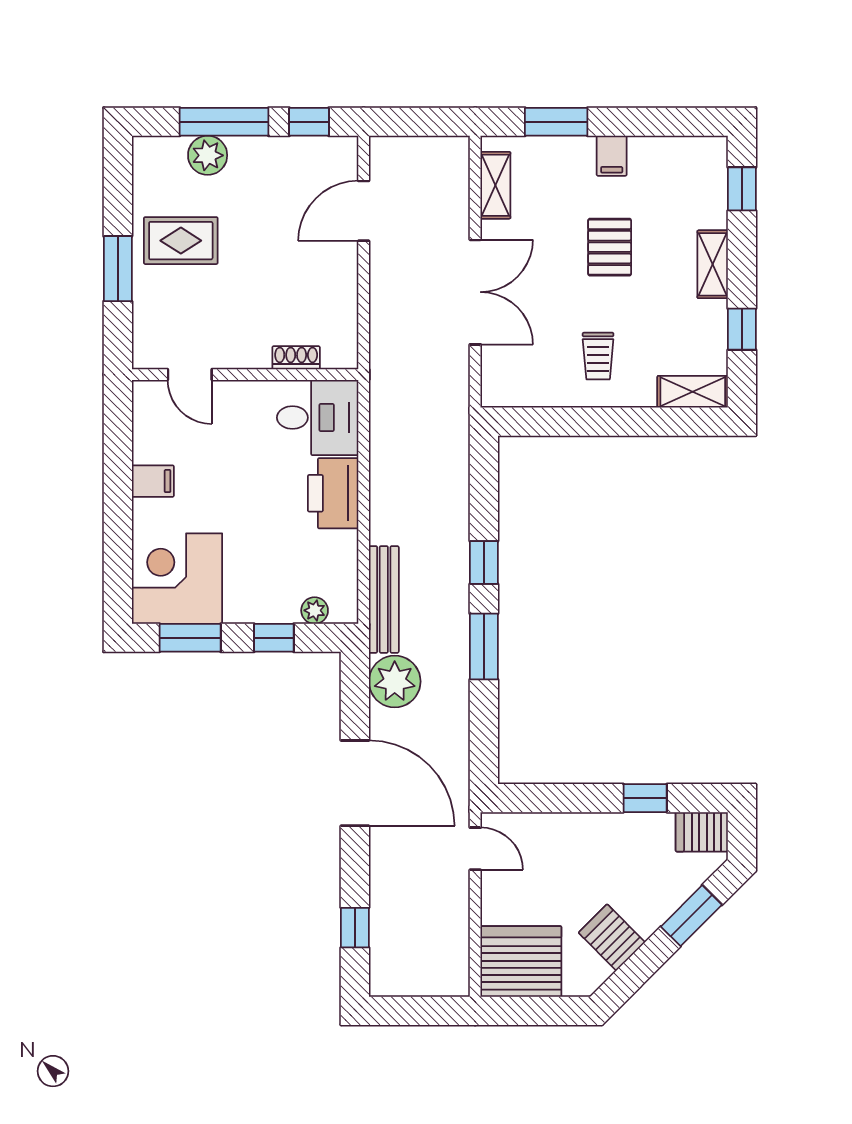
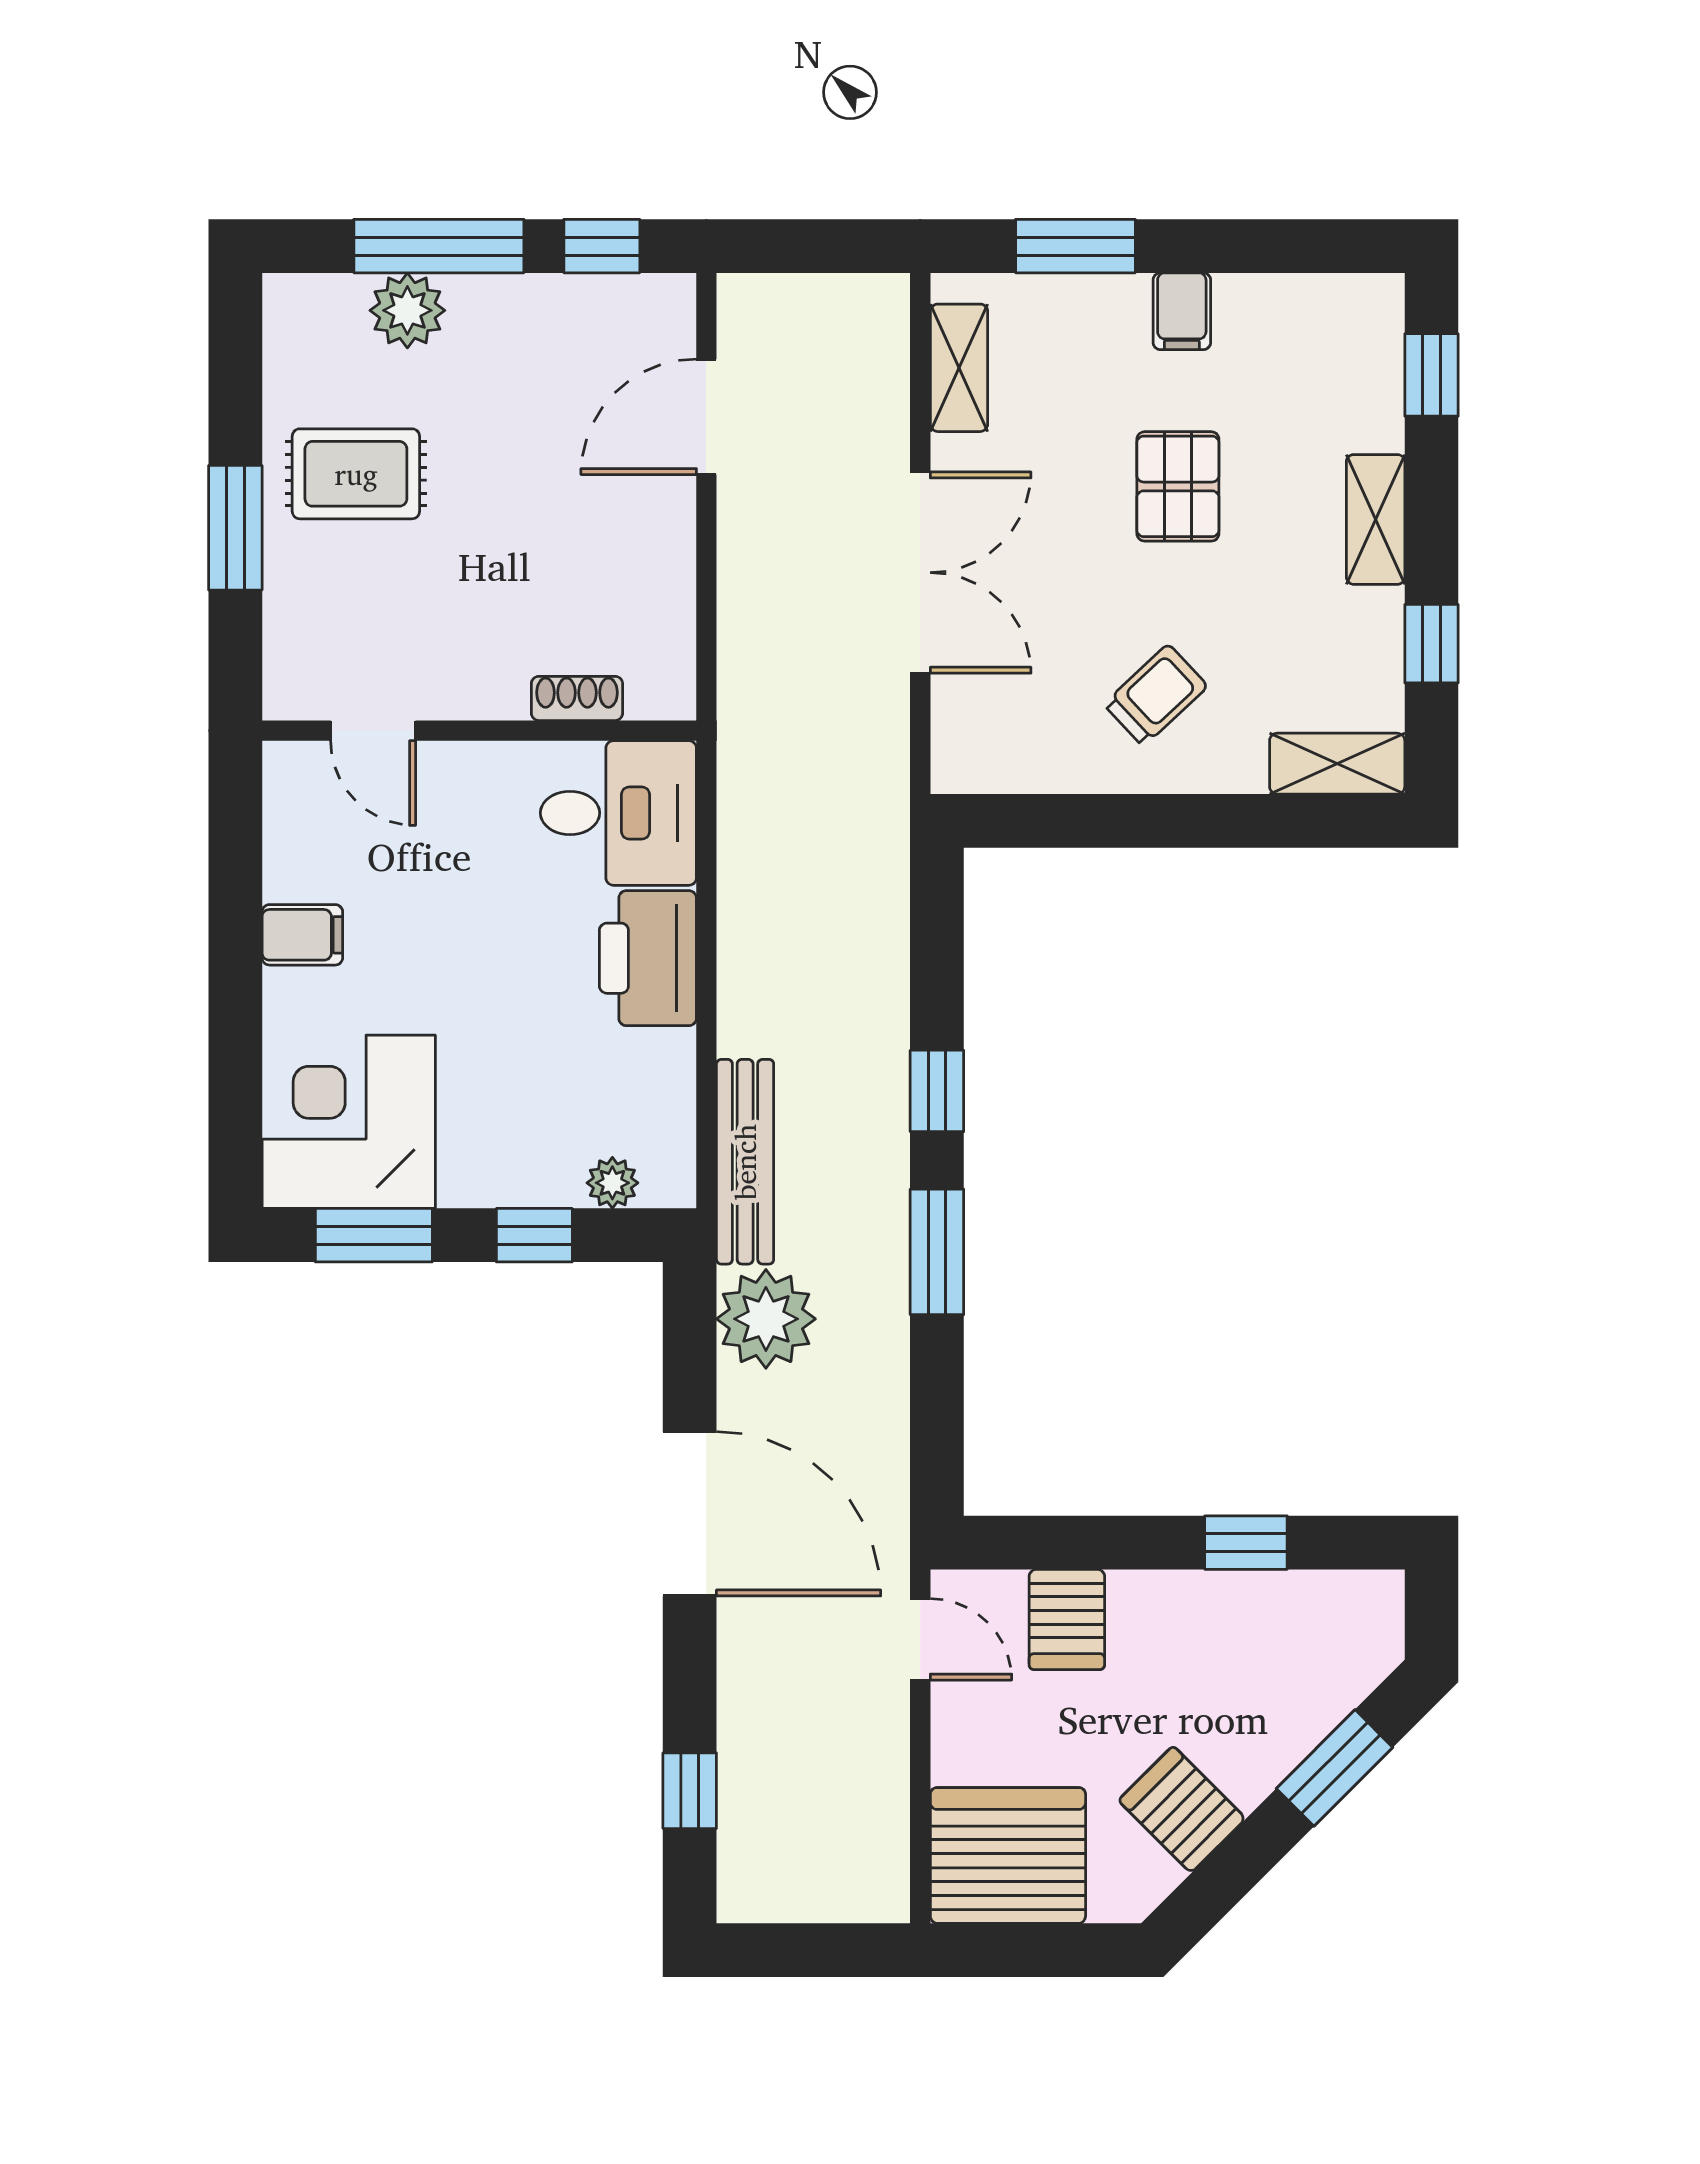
trolley: (598, 356) -> (1156, 695), turned -133
server rack: (702, 832) -> (1067, 1619), moved, turned -90

